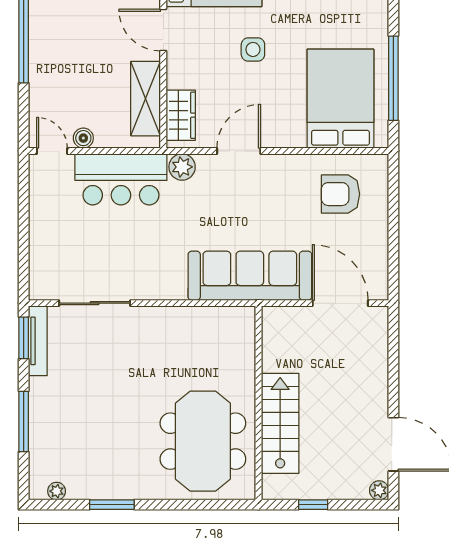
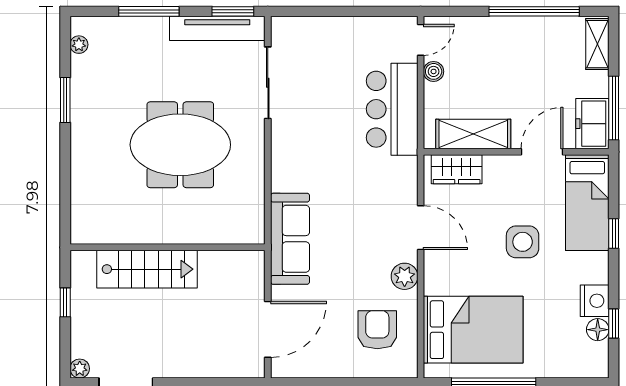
side table: (253, 49) -> (523, 242), width x1.37, depth x1.37
plant: (182, 167) -> (405, 276), moved
sofa: (250, 276) -> (290, 239), width x0.74, depth x0.79
tv unit: (38, 341) -> (217, 28), width x1.36, depth x1.29
meeting table: (203, 441) -> (180, 145), moved

